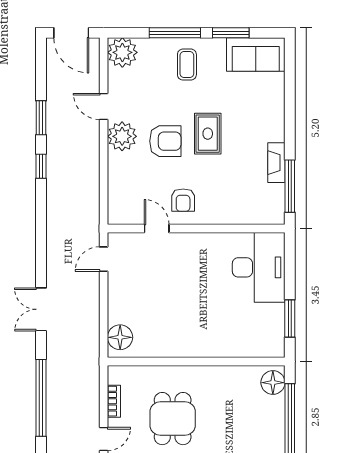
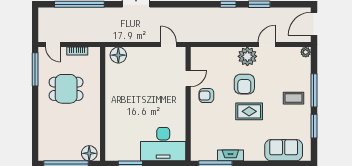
plant: (122, 52) -> (306, 52), width x0.53, depth x0.53
sofa: (256, 54) -> (284, 150), moved, turned 90

